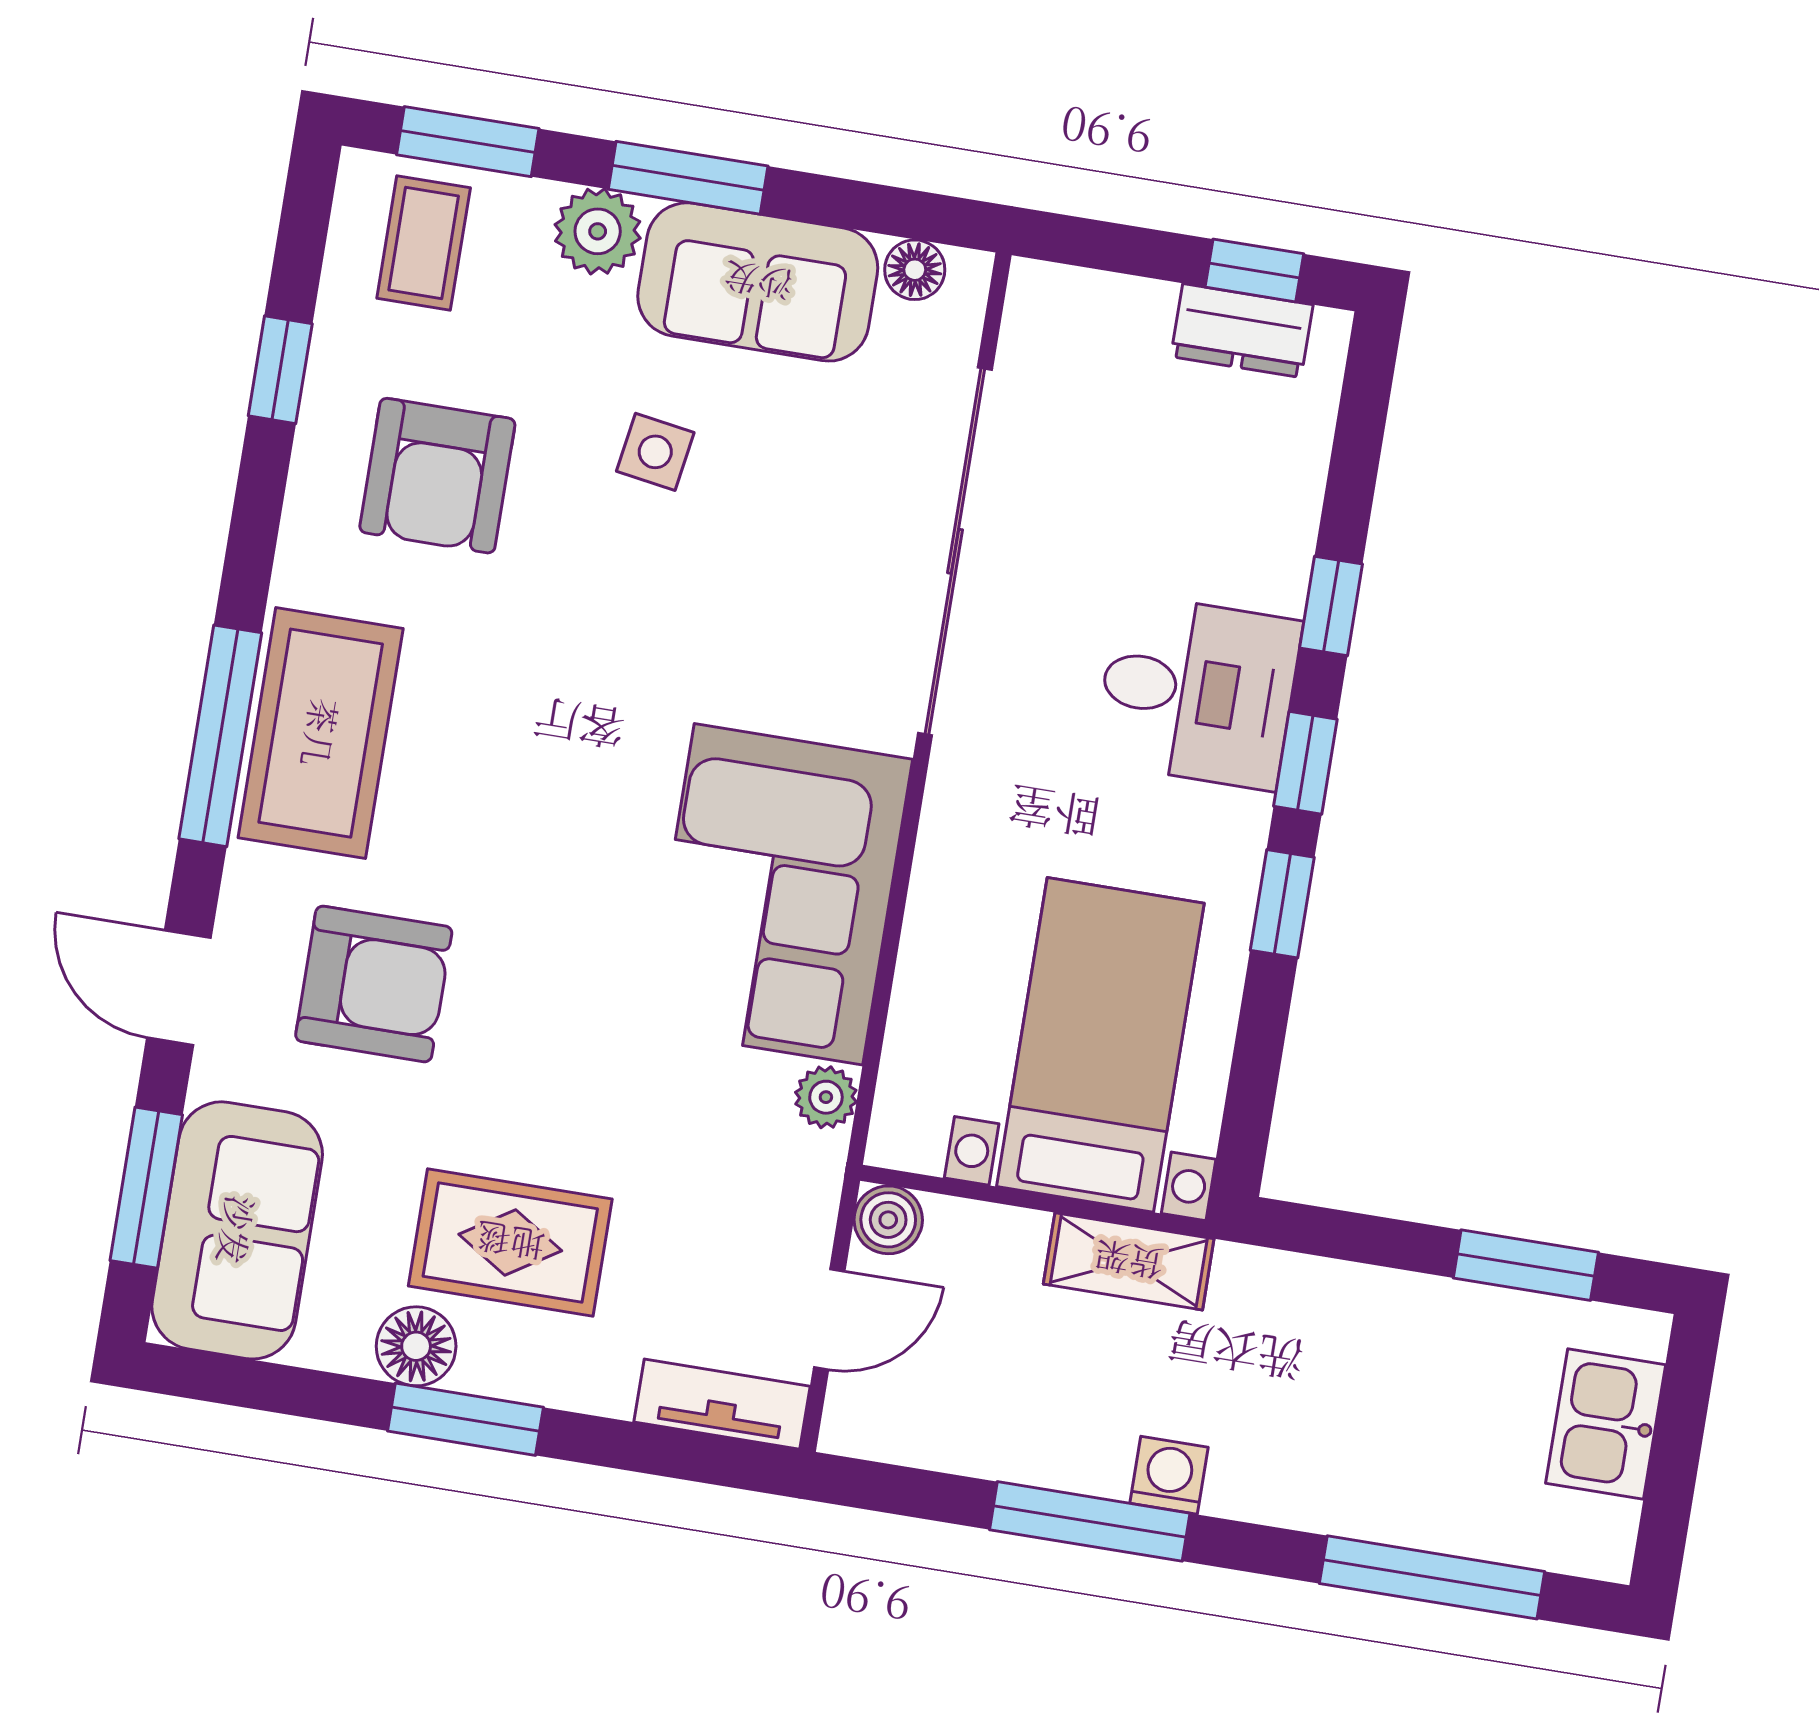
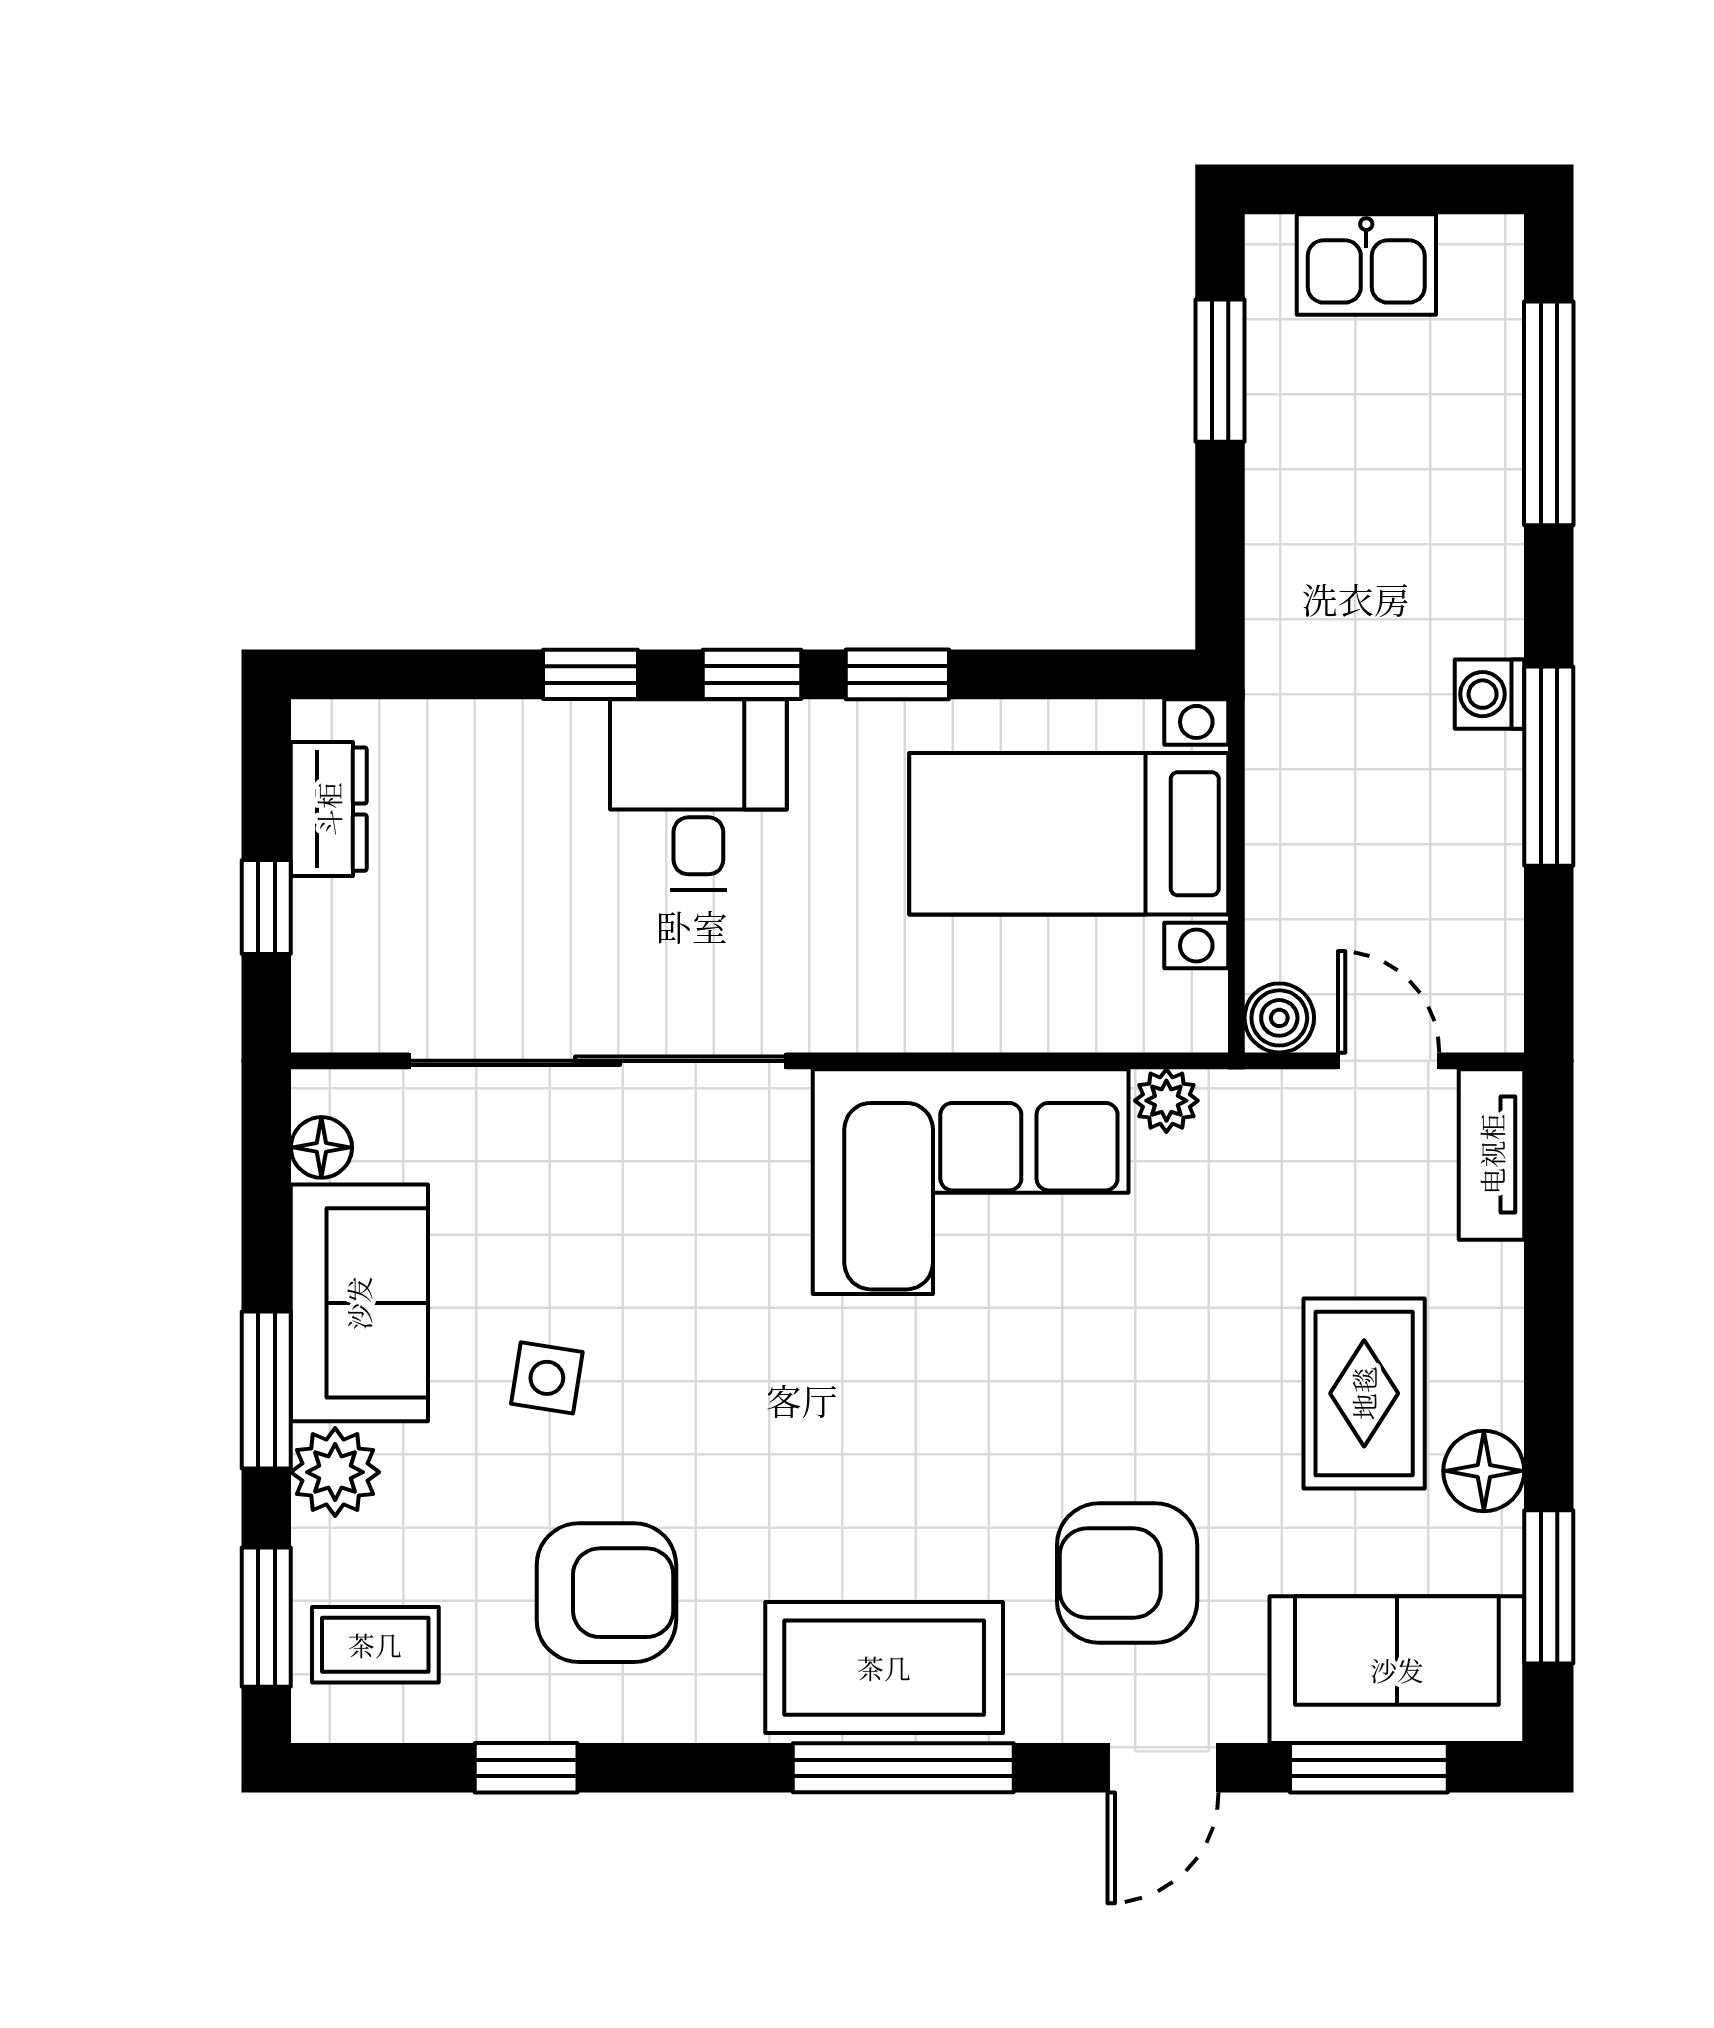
window: (1254, 270) -> (266, 907), moved
armchair: (374, 984) -> (1127, 1573), turned -90
shelving: (1129, 1261) -> (1281, 770), removed
window: (465, 1419) -> (1549, 1587), moved

